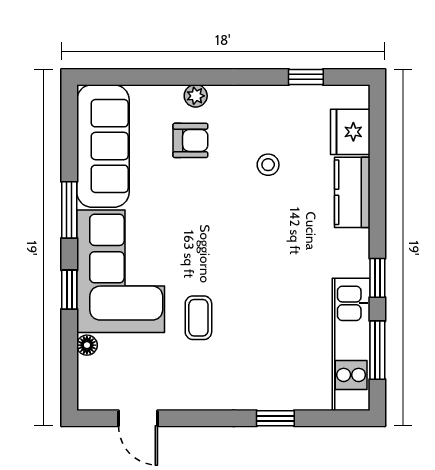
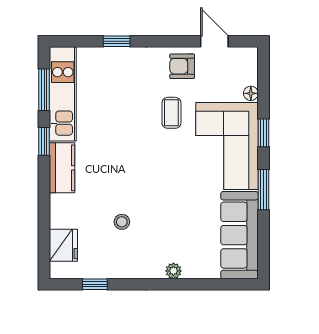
armchair: (190, 140) -> (182, 66), moved
kitchen counter: (352, 192) -> (62, 168), moved

